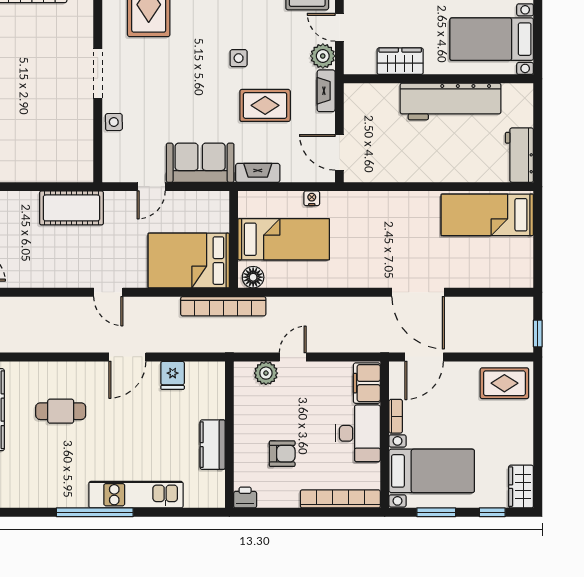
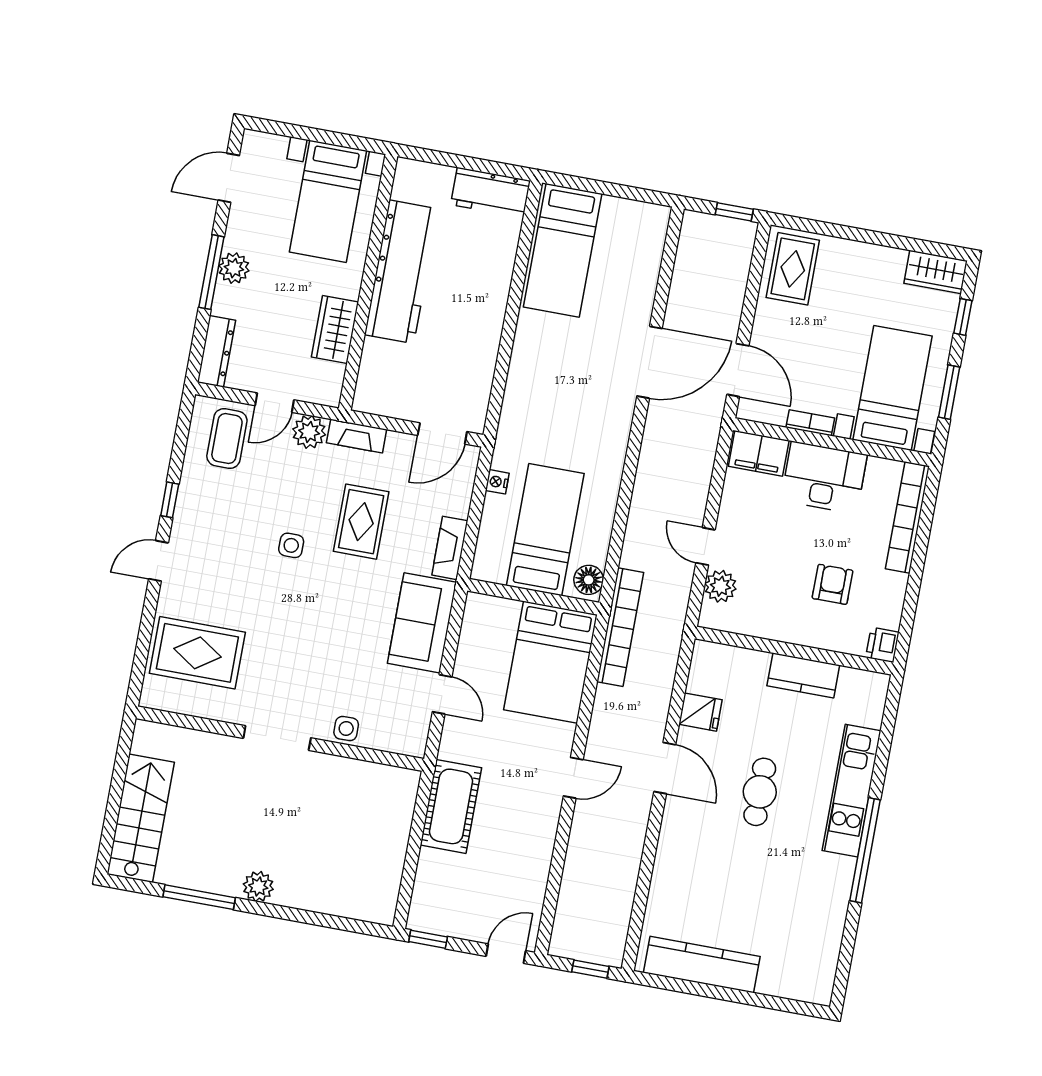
cafe table: (61, 411) -> (760, 792), moved

